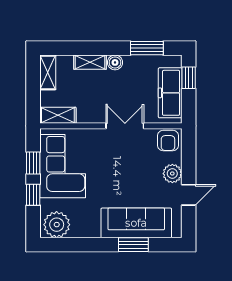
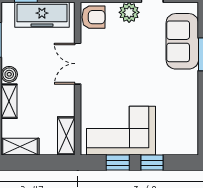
sofa: (136, 223) -> (182, 41), width x0.73
plant: (57, 225) -> (184, 137), removed

